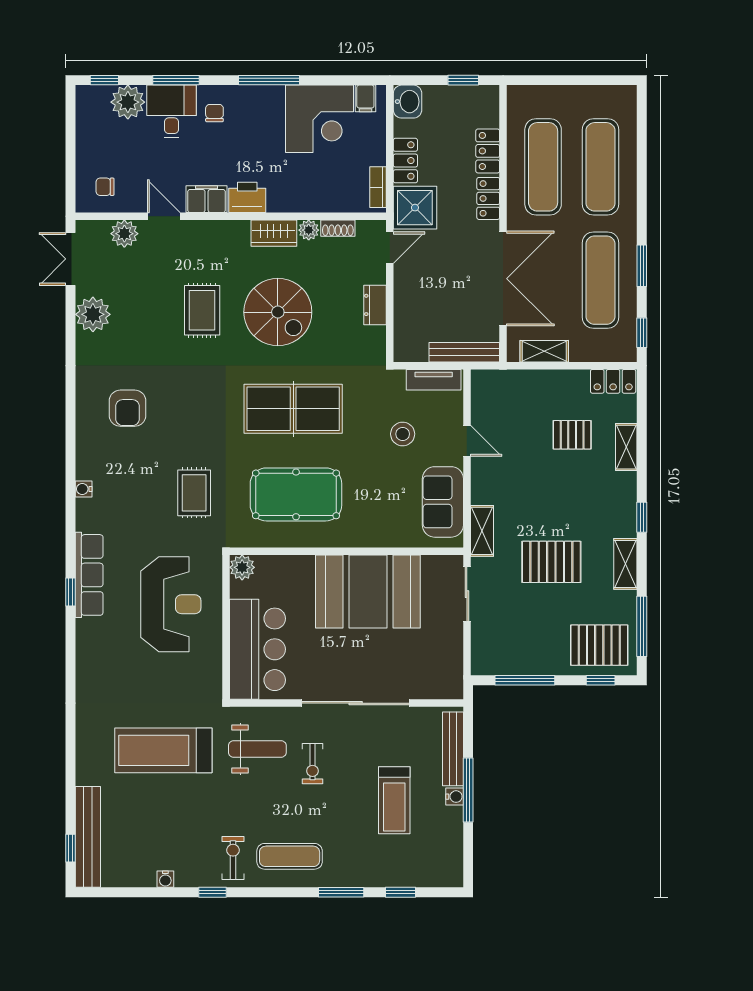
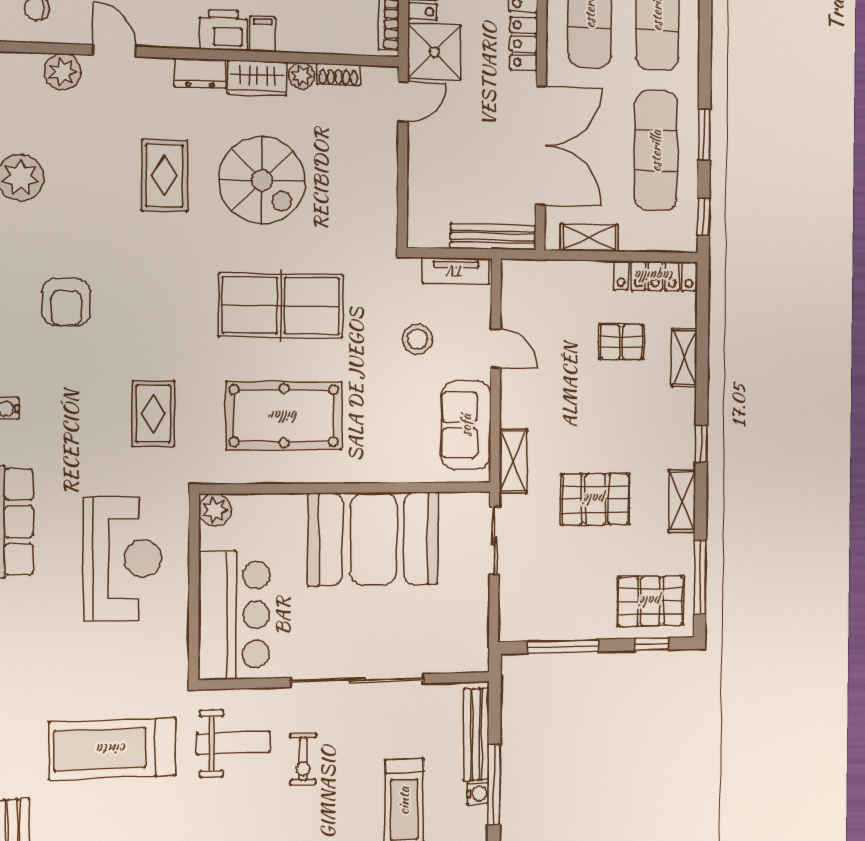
filing cabinet: (207, 199) -> (263, 34), moved, width x0.50
dresser: (375, 305) -> (200, 73), moved, turned -90
locker: (613, 381) -> (655, 276), width x1.53

